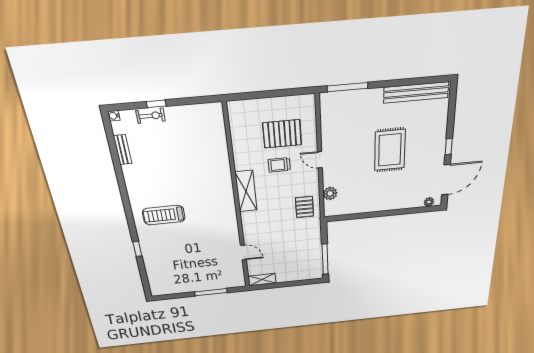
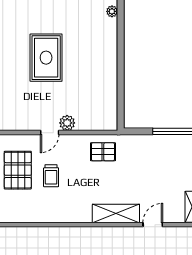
rug: (390, 150) -> (46, 58), turned 90
shelving: (246, 191) -> (116, 213), moved
plant: (330, 193) -> (67, 123), moved

